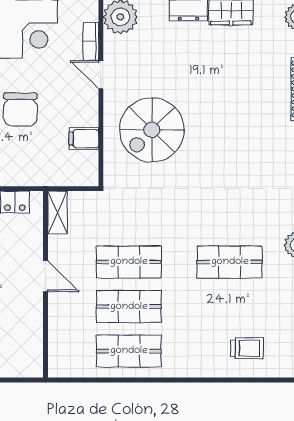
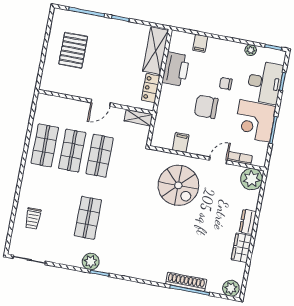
spiral stairs: (152, 130) -> (178, 185), turned 180

